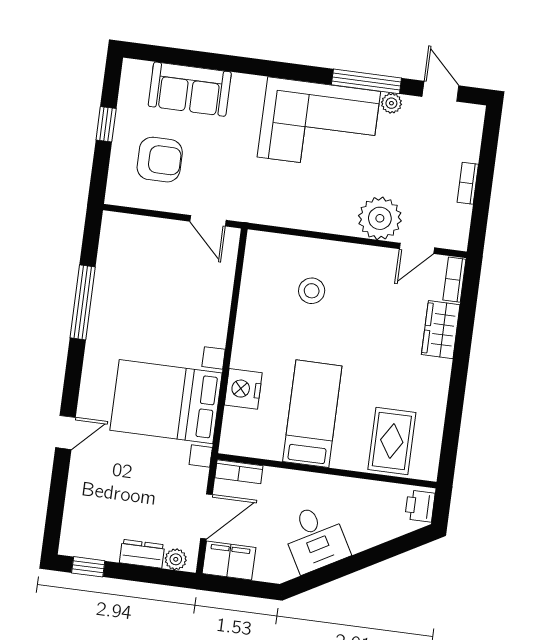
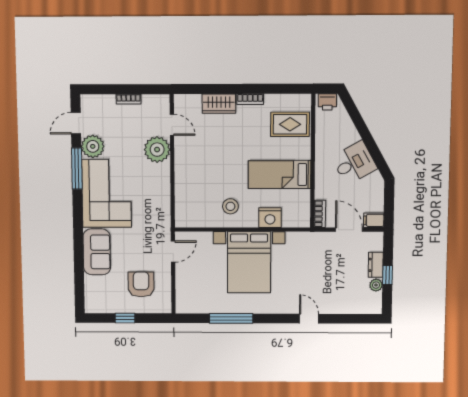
sofa: (190, 89) -> (97, 252), moved
plant: (391, 103) -> (93, 146), width x1.87, depth x1.87
bookcase: (454, 280) -> (250, 99), moved
stool: (312, 291) -> (230, 206), moved
bed with nightstands: (166, 402) -> (249, 262), moved
plant: (176, 559) -> (376, 285), moved
filing cabinet: (229, 560) -> (374, 220), width x0.50
window: (88, 567) -> (388, 275), moved

